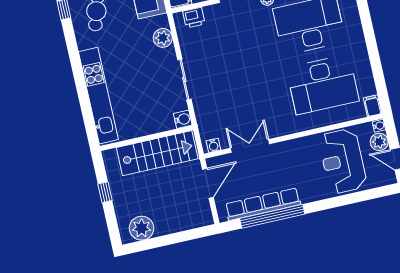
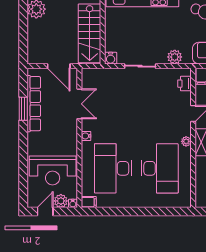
water cooler: (213, 145) -> (86, 136), moved
reception desk: (343, 161) -> (53, 170), turned 180
window: (272, 216) -> (23, 109), width x0.47

